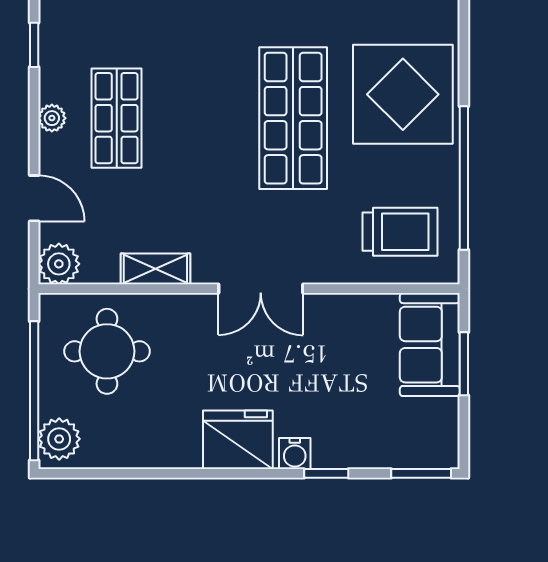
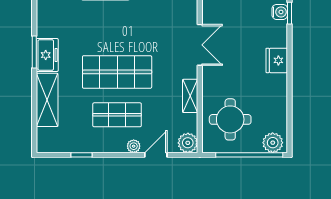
plant: (52, 118) -> (134, 146), moved
shop shelf: (293, 118) -> (117, 72), moved
fridge: (238, 440) -> (277, 60), width x0.73, depth x0.75
water cooler: (295, 453) -> (280, 12), moved

